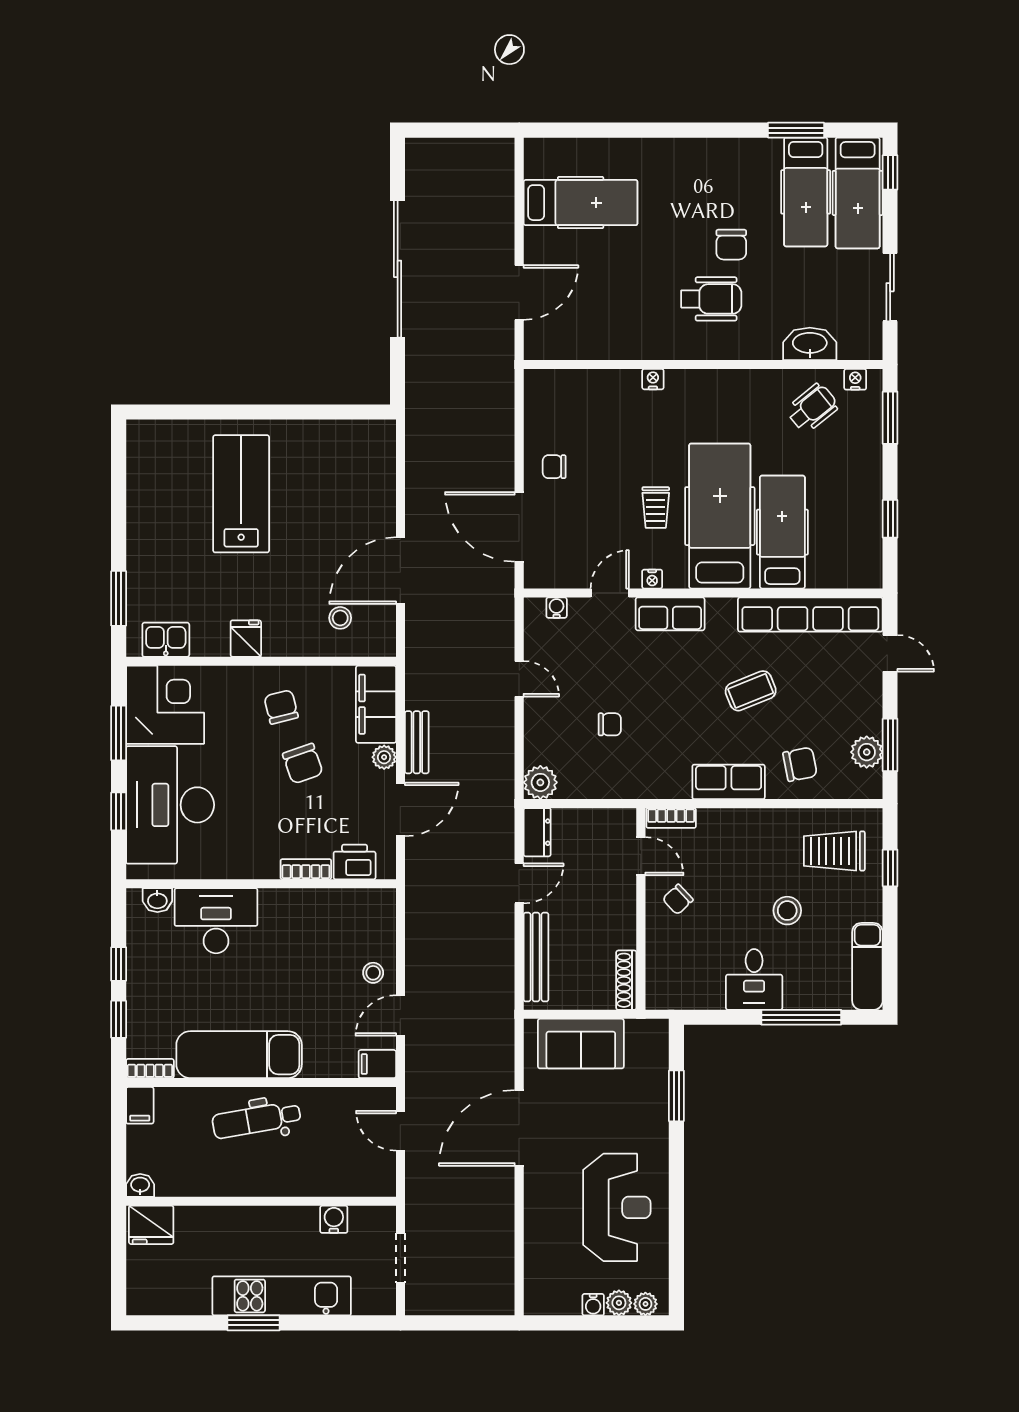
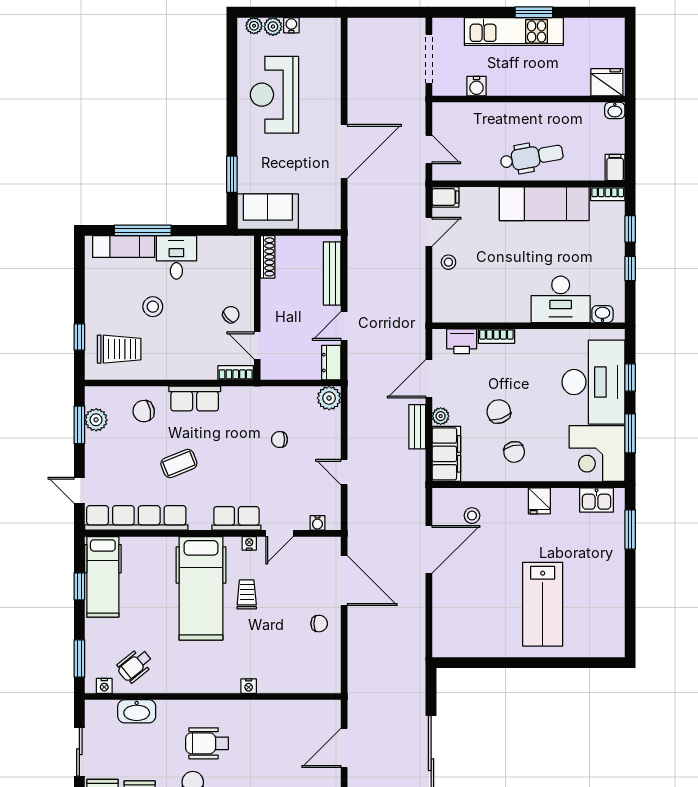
hospital bed: (782, 532) -> (103, 577), moved
exam couch: (867, 966) -> (124, 247), moved, turned 90
sofa: (581, 1044) -> (268, 212), moved
doorway: (400, 1258) -> (429, 59), width x1.38

